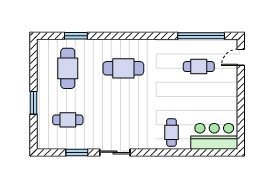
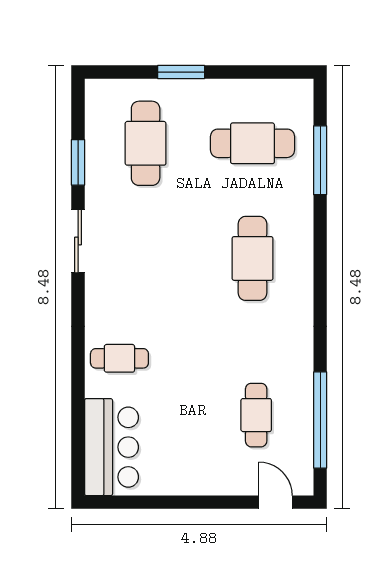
window: (76, 36) -> (320, 160), width x1.44
cafe table: (68, 120) -> (146, 143), width x1.37, depth x1.35

